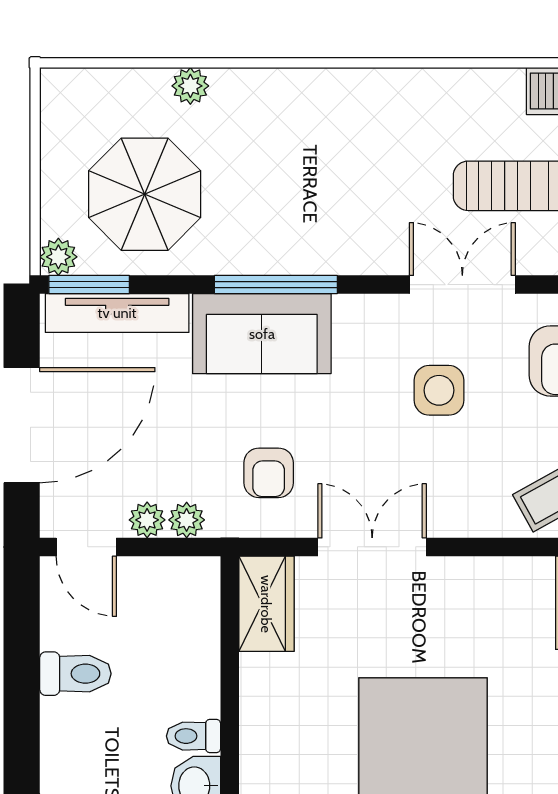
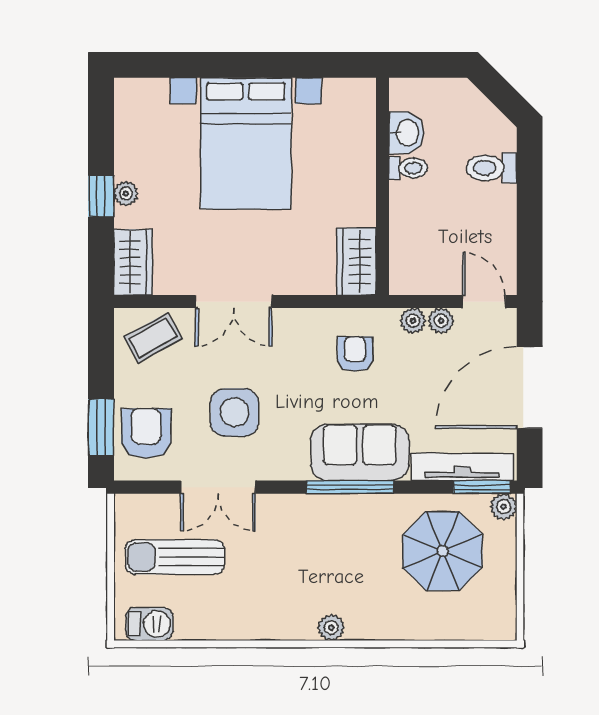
plant: (190, 86) -> (331, 628), moved
side table: (439, 390) -> (235, 412), width x1.37, depth x1.37
double door: (372, 547) -> (234, 302), moved
toilet: (75, 674) -> (492, 168), moved

